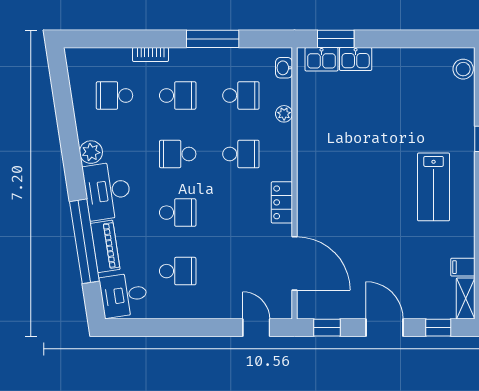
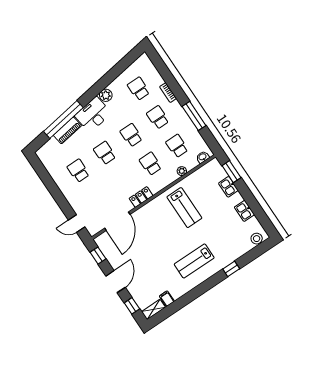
kitchen sink: (322, 59) -> (244, 211), moved
school desk: (178, 95) -> (158, 117), turned 180
school desk: (241, 95) -> (177, 146), turned 180
lab bench: (342, 147) -> (184, 208), added
school desk: (241, 154) -> (150, 164), turned 180
school desk: (178, 213) -> (105, 153), turned 180
school desk: (178, 271) -> (78, 171), turned 180
desk: (124, 295) -> (51, 154), removed
door: (256, 328) -> (77, 224), swing flipped

